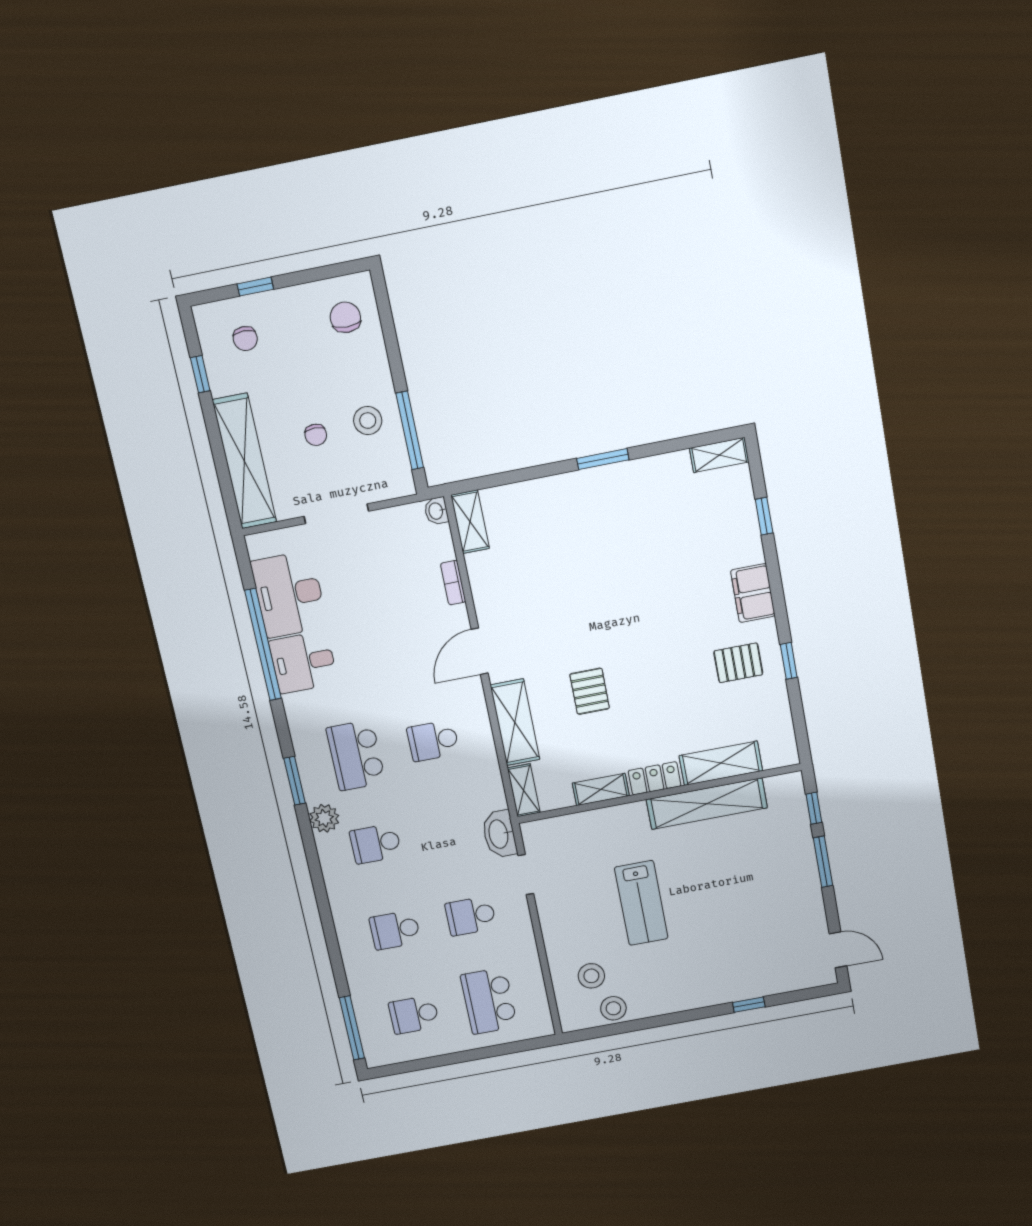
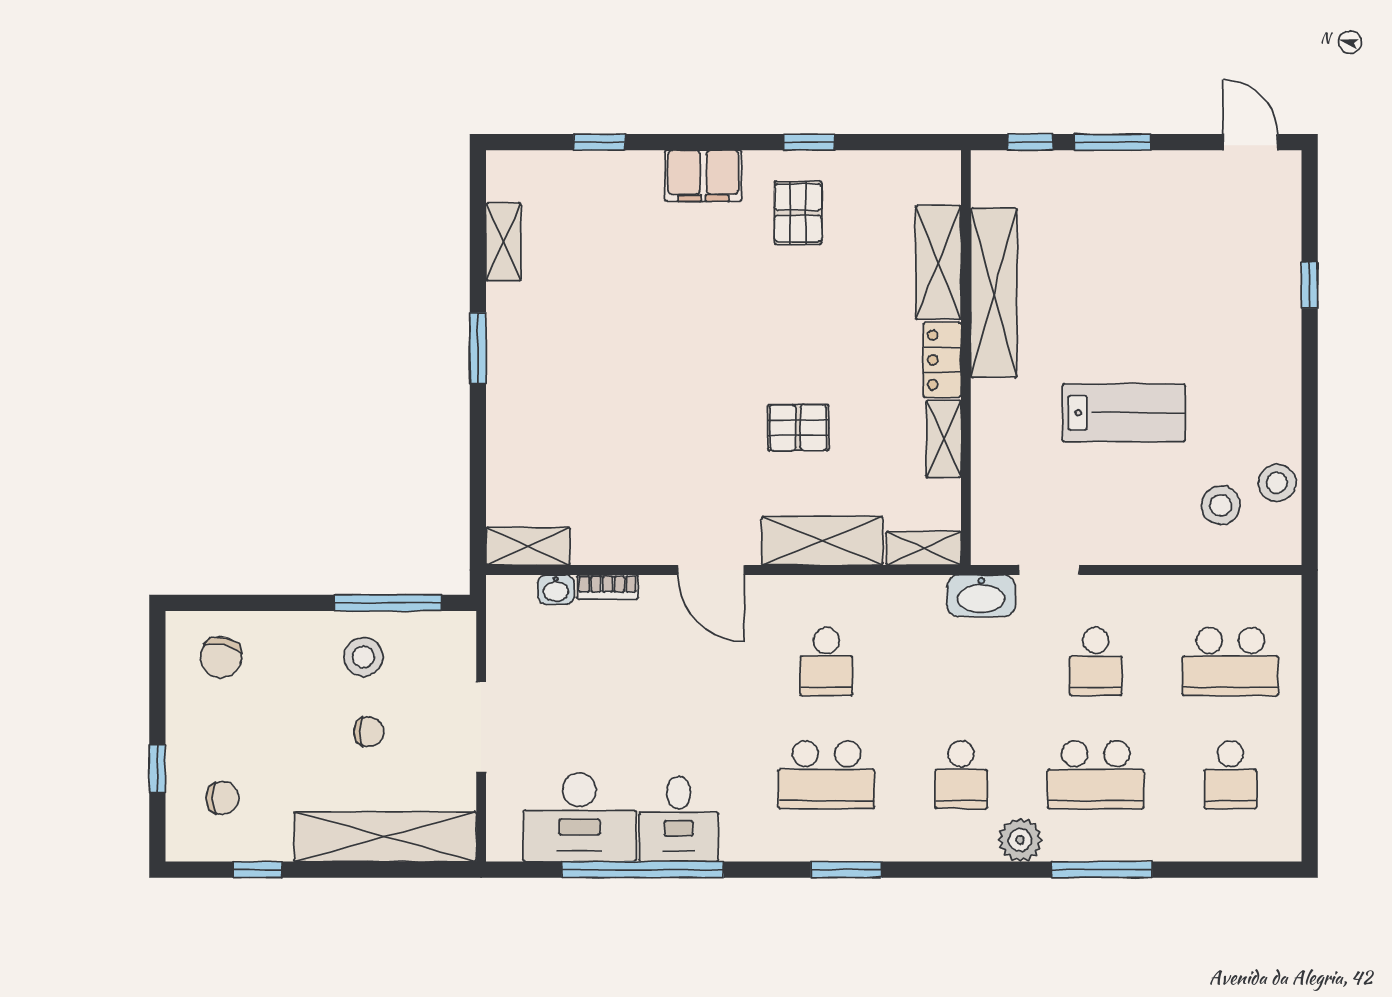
chair: (345, 317) -> (221, 657), turned -77
shelving: (719, 455) -> (503, 242), moved
washbasin: (436, 511) -> (556, 590), moved
plant: (324, 818) -> (1020, 840), moved
school desk: (395, 930) -> (1096, 775), width x1.85
door: (838, 950) -> (1250, 142), hinge flipped
window: (352, 1028) -> (1102, 870), moved

